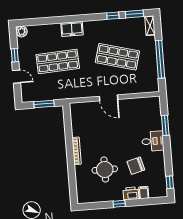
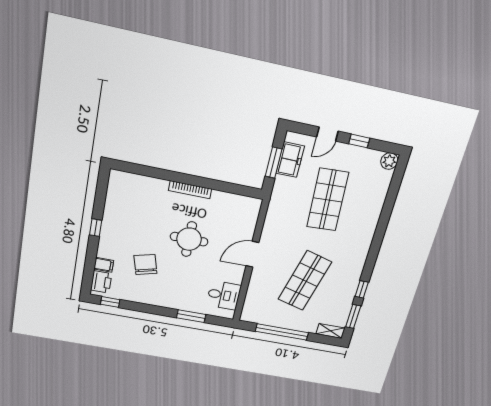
freezer: (72, 29) -> (290, 160), moved, turned 180
desk: (153, 141) -> (224, 295), moved, turned -90
round table: (105, 170) -> (189, 239), moved
printer: (131, 193) -> (101, 282), moved

